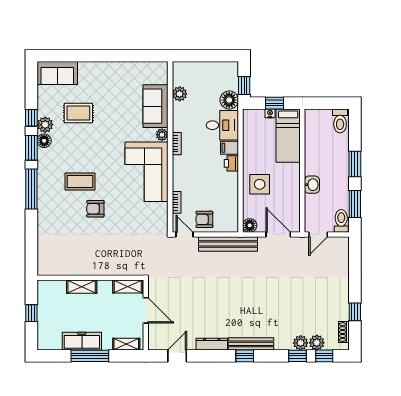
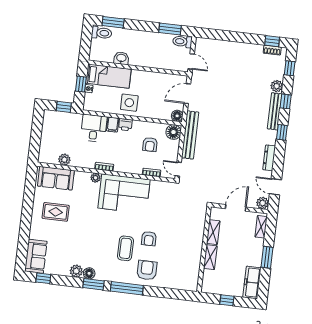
floor lamp: (229, 100) -> (173, 132), moved
sofa: (156, 106) -> (56, 178), moved
rug: (78, 113) -> (56, 212), moved, turned 90
window: (31, 118) -> (43, 278), moved
window: (355, 164) -> (113, 22), moved
side table: (260, 184) -> (129, 103), moved
washbasin: (312, 185) -> (121, 58), moved
armchair: (56, 211) -> (147, 270), added
armchair: (204, 219) -> (150, 144), moved
door: (185, 235) -> (178, 169), hinge flipped
shelving: (128, 286) -> (213, 232), moved
window: (355, 312) -> (272, 41), moved
freezer: (82, 341) -> (252, 282), moved
plant: (317, 343) -> (263, 203), moved
bench: (251, 344) -> (275, 111), moved
window: (90, 356) -> (267, 257), width x0.69
window: (298, 356) -> (286, 101), moved

